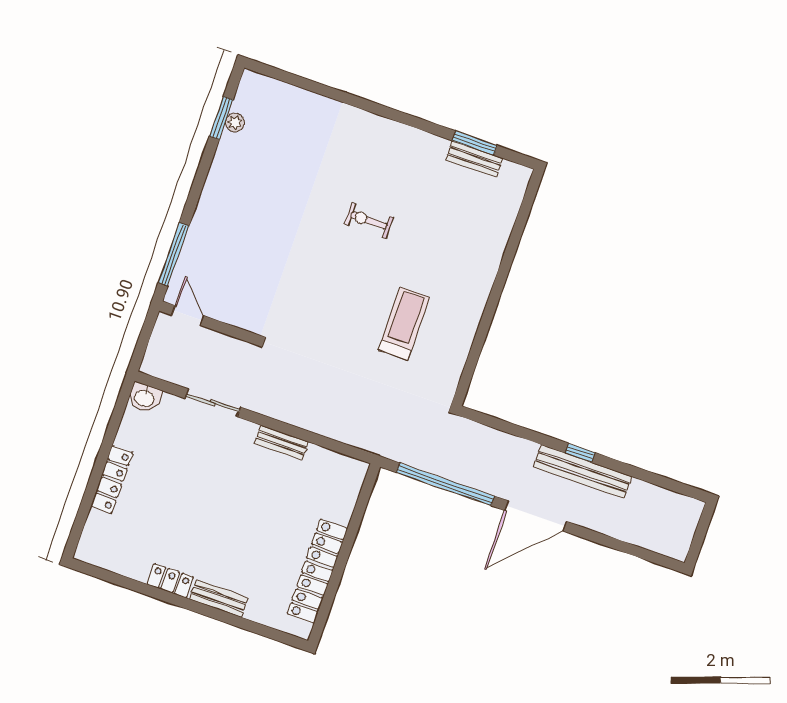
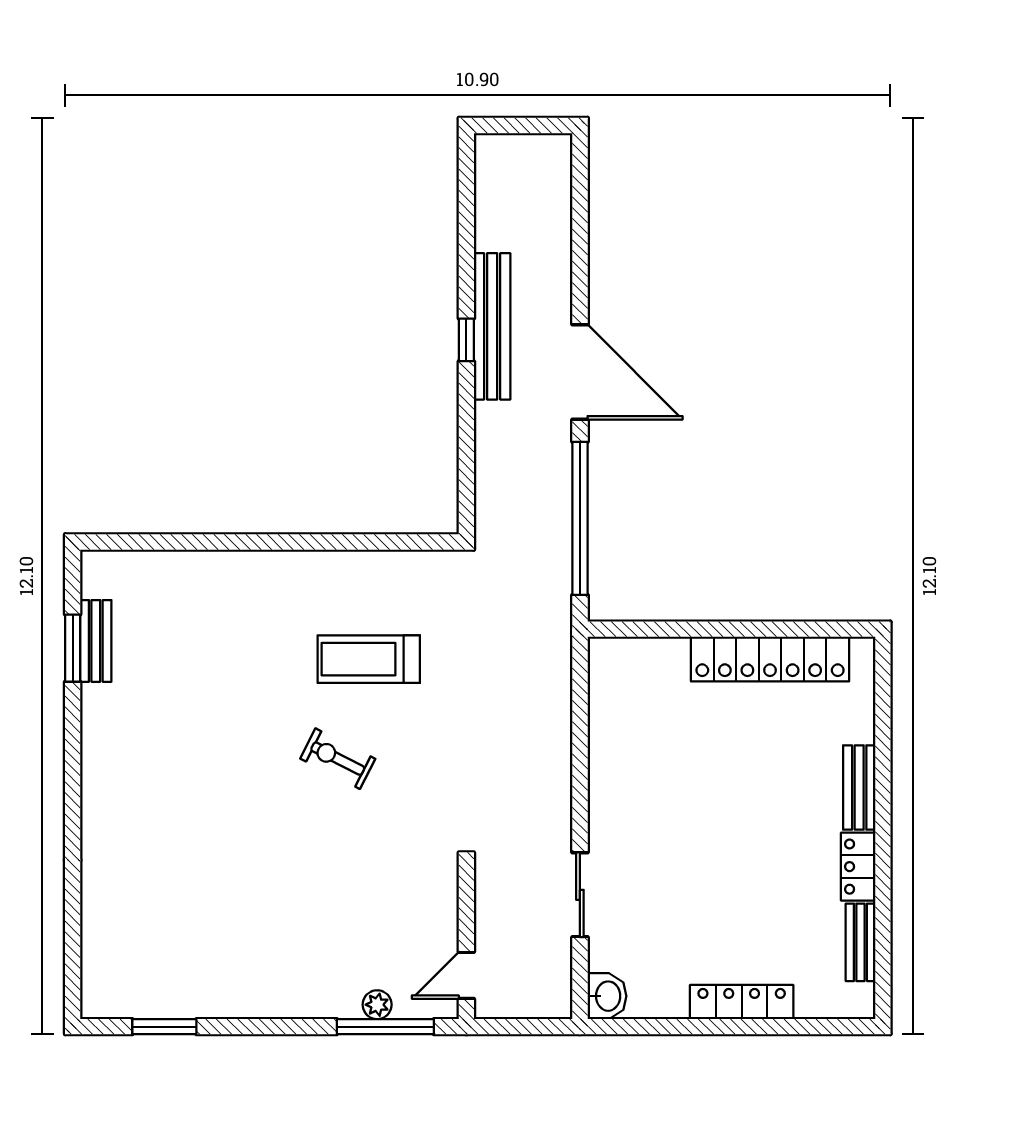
plant: (235, 123) -> (377, 1005), moved
exercise bike: (369, 221) -> (338, 759), moved, turned 117
bench: (281, 442) -> (860, 942), moved

